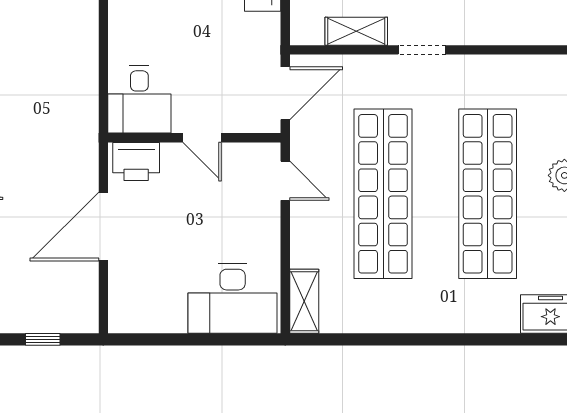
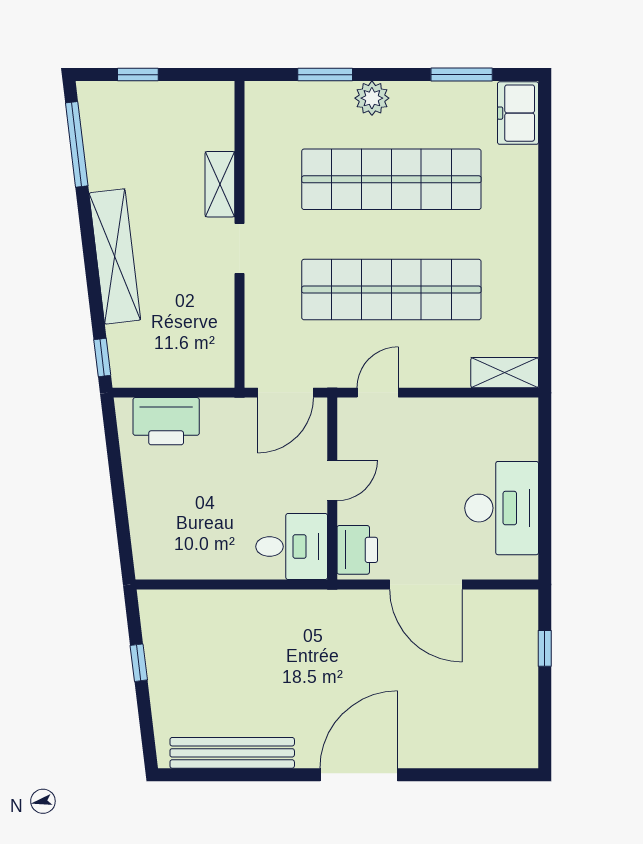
shelving: (356, 31) -> (220, 184), moved
door: (285, 93) -> (285, 393), swing flipped
desk: (233, 298) -> (502, 508), moved

